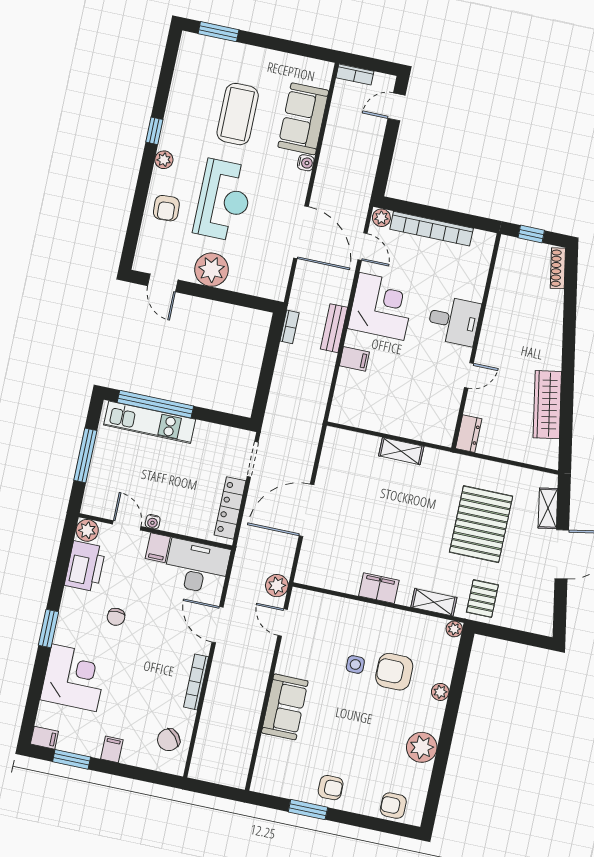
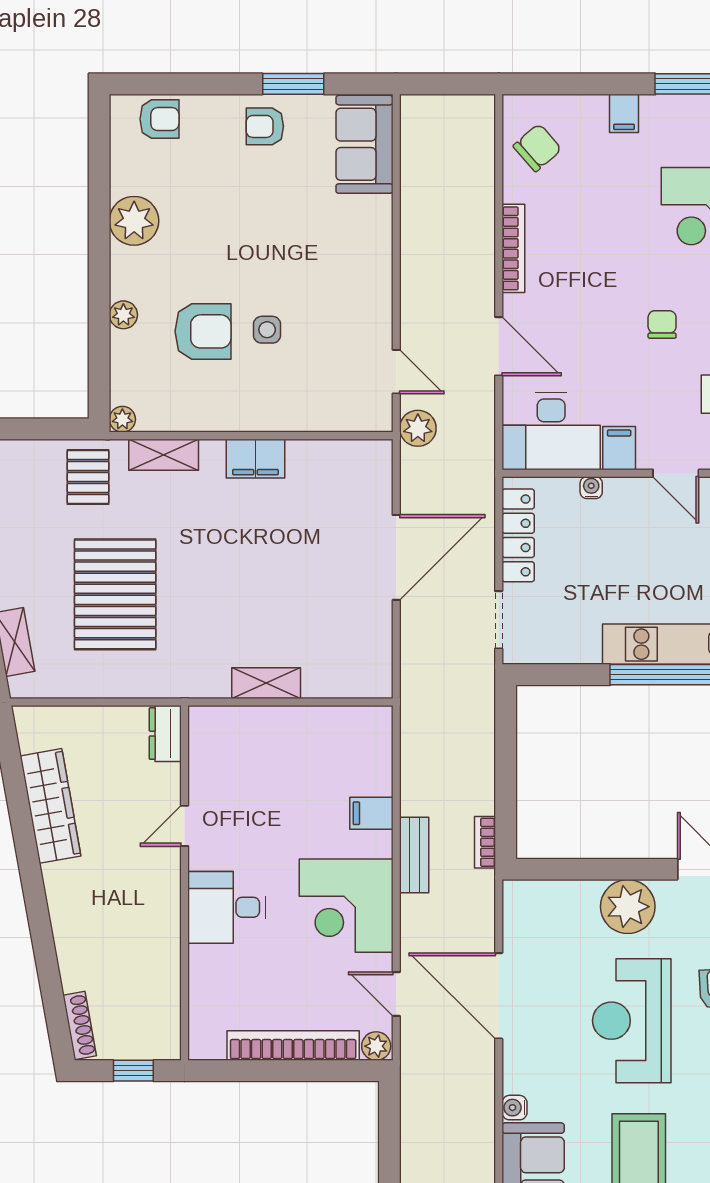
water cooler: (153, 522) -> (591, 488), moved
sofa: (285, 707) -> (364, 144), moved

